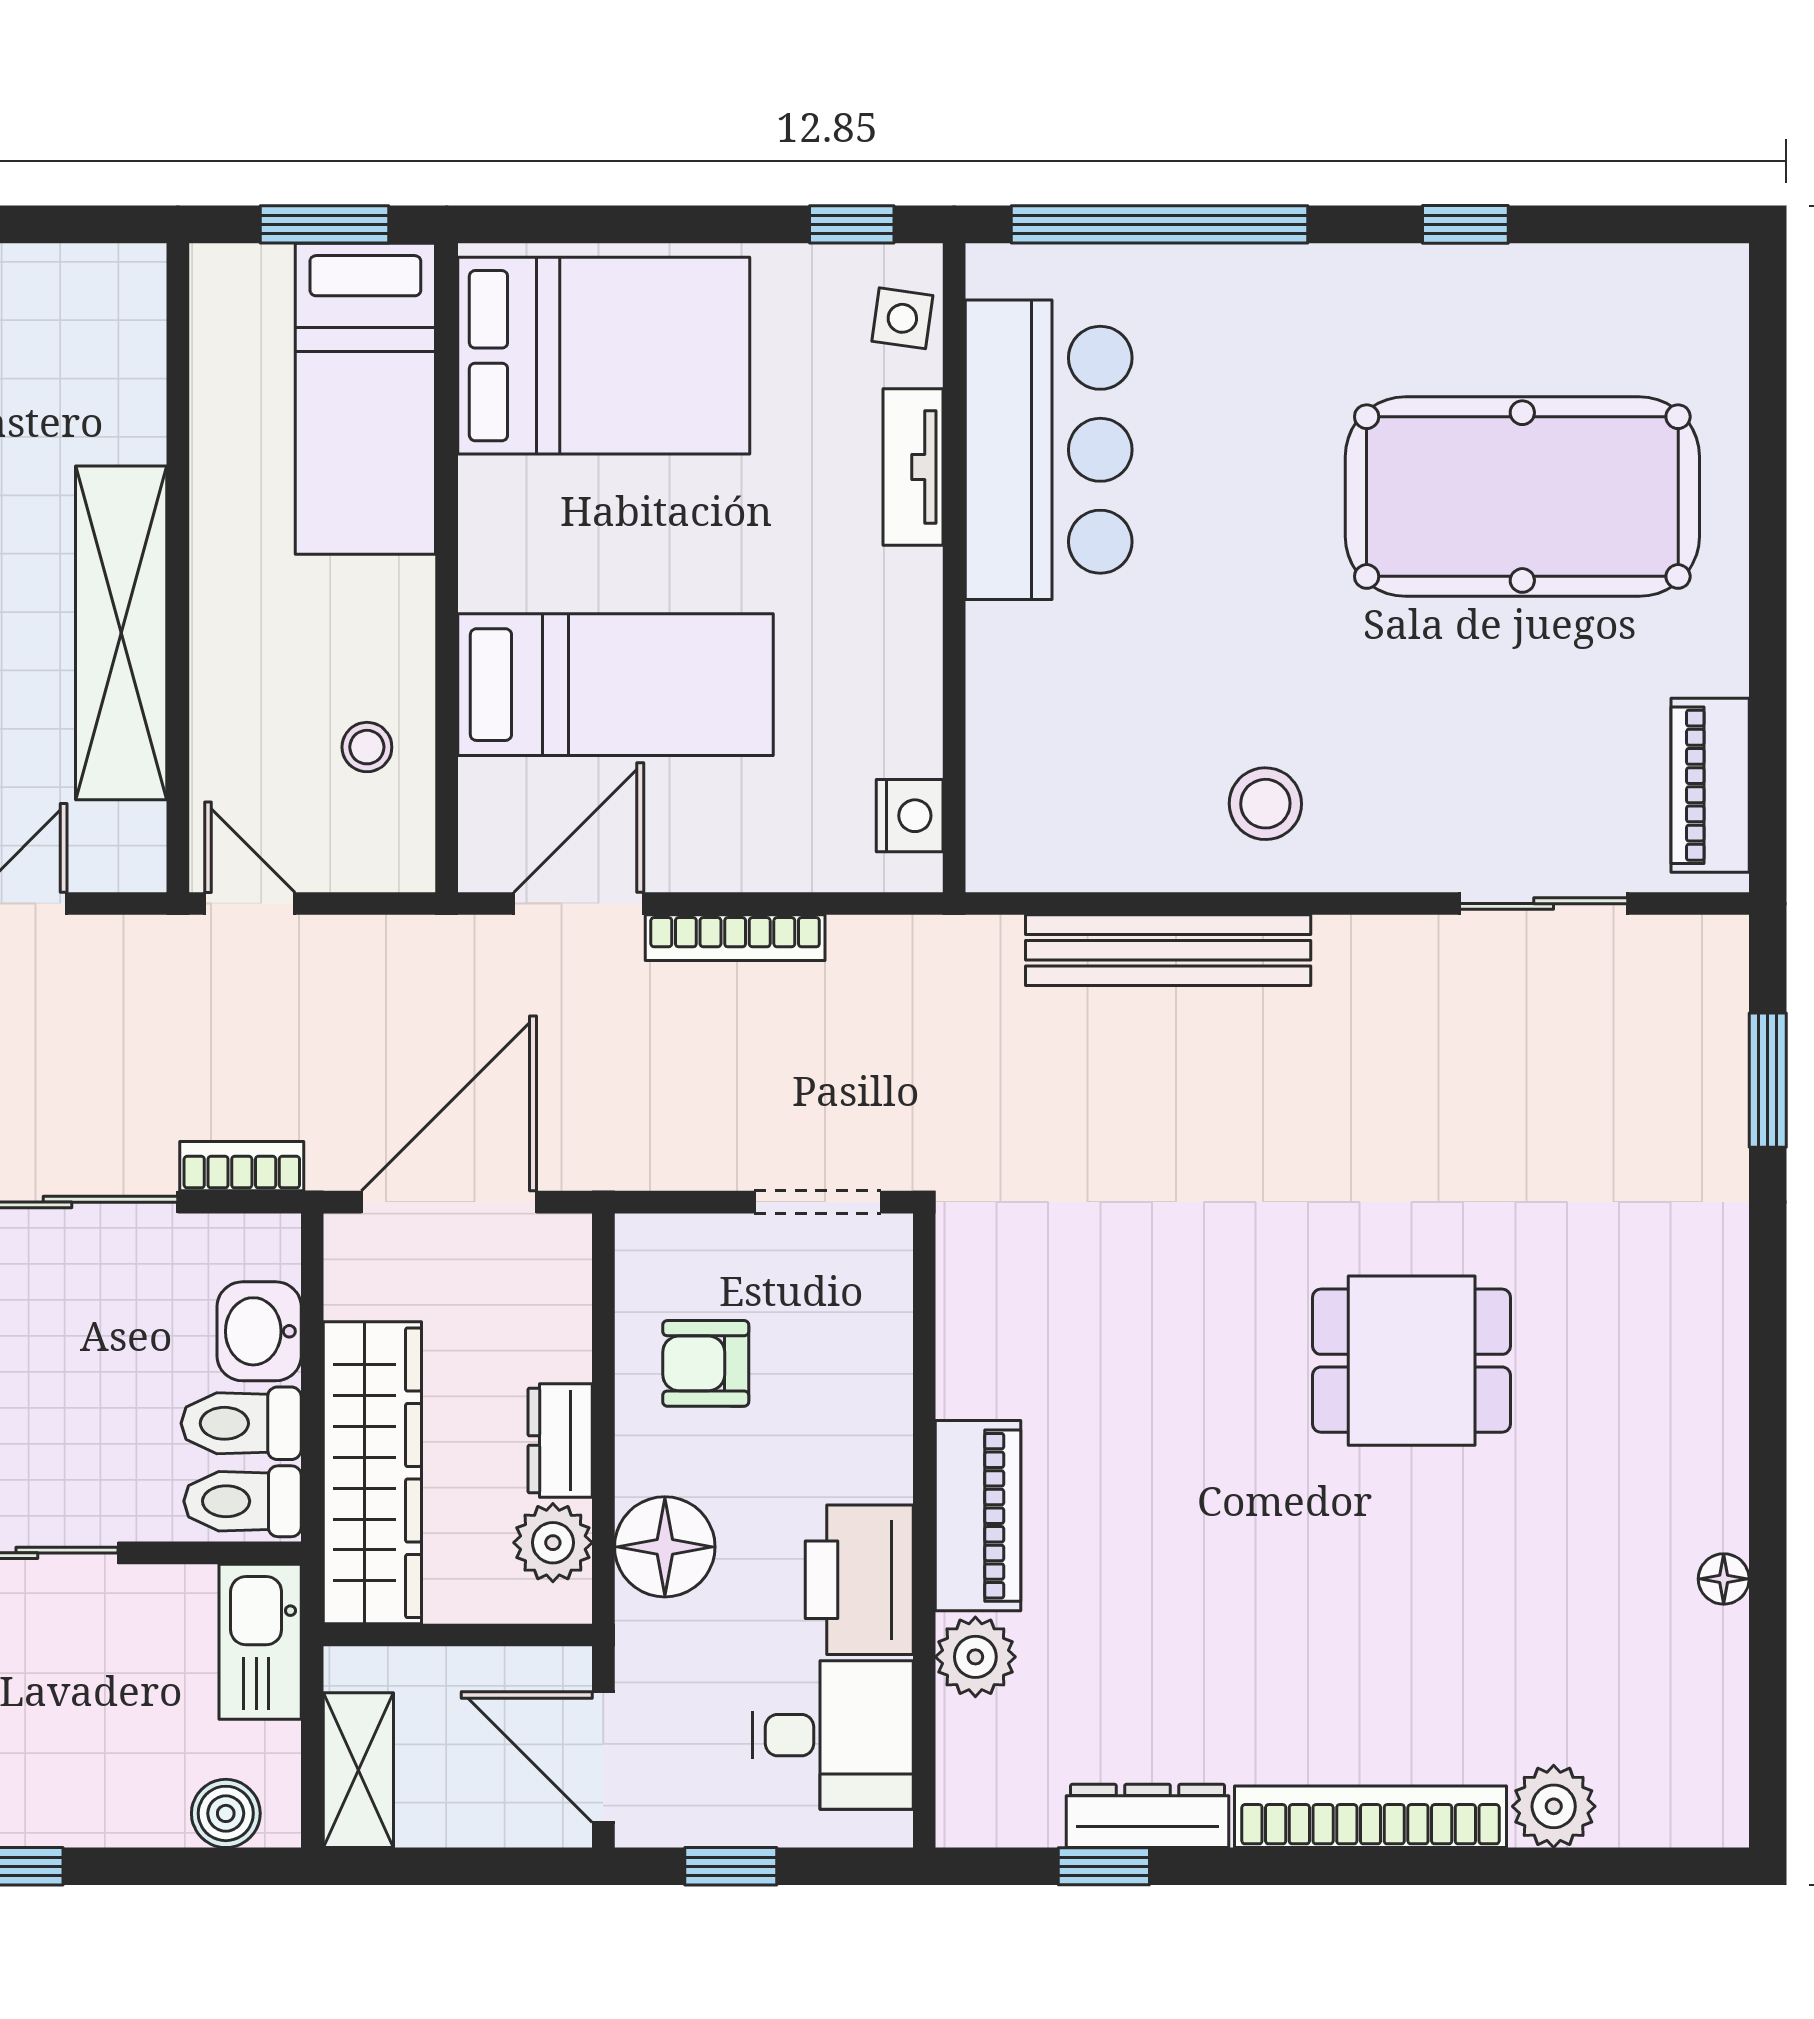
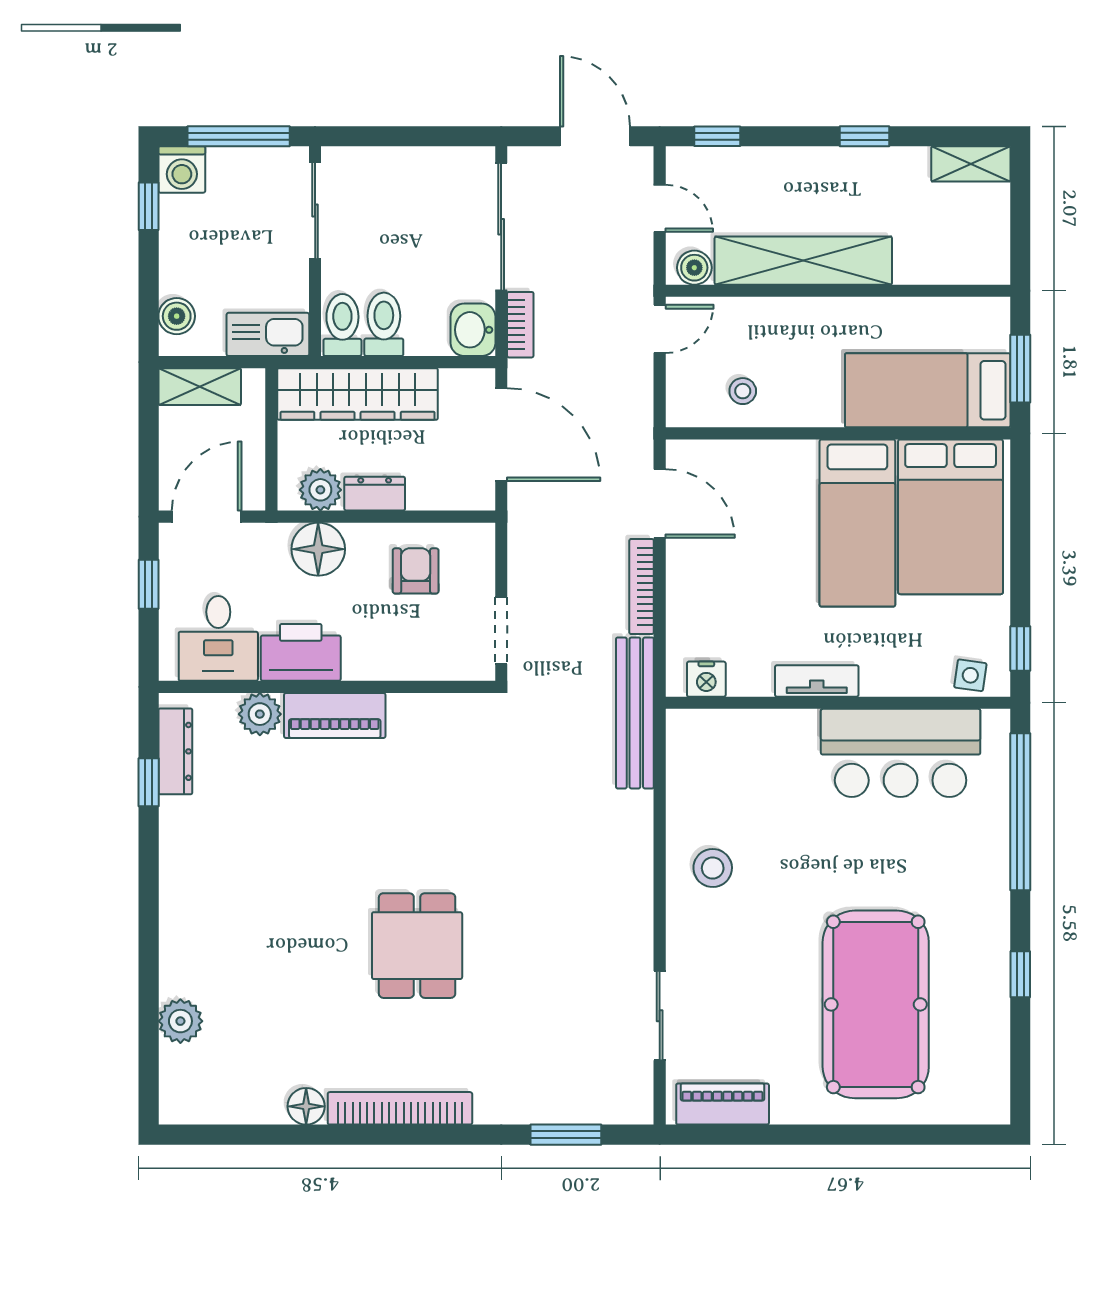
tv unit: (913, 467) -> (817, 681), moved
bed: (616, 685) -> (857, 523), moved
boiler: (134, 838) -> (694, 268), added
bench: (1168, 950) -> (635, 713), moved
washbasin: (259, 1331) -> (473, 330), moved, turned -90
floor lamp: (1724, 1579) -> (306, 1106), width x1.37, depth x1.37
dresser: (1148, 1816) -> (175, 751), moved
bookcase: (1371, 1817) -> (400, 1108), moved, turned -90

